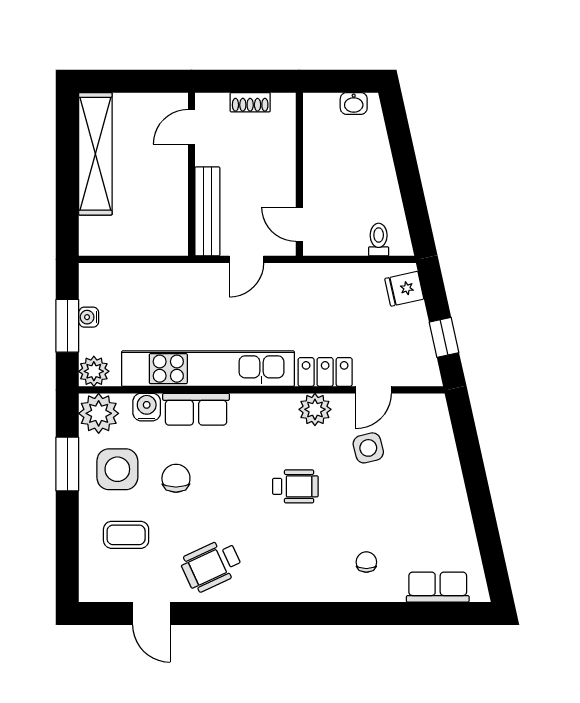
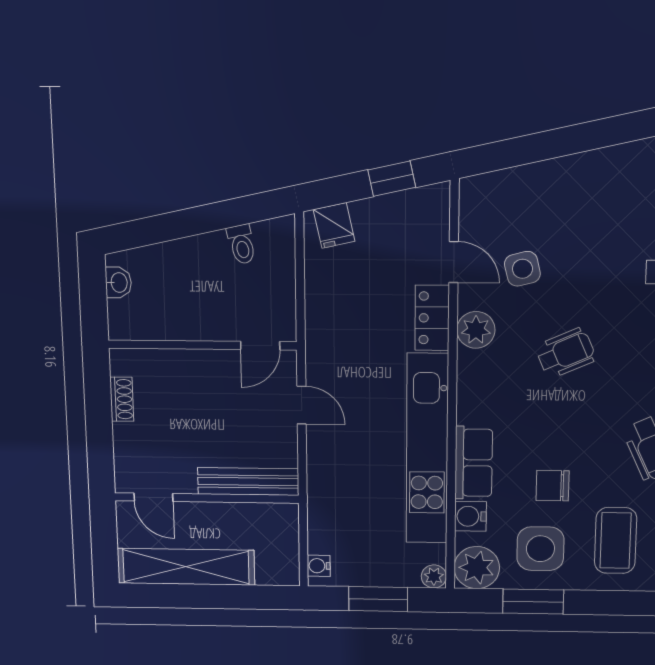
door: (192, 127) -> (153, 497), moved
wall: (192, 174) -> (207, 498), moved
bench: (207, 211) -> (248, 481), moved
toilet: (379, 240) -> (242, 244), moved, turned -102
water cooler: (89, 317) -> (319, 566), moved, turned 90
plant: (94, 371) -> (434, 576), width x0.73, depth x0.73
wheelchair: (295, 486) -> (566, 353), turned 66
coffee table: (126, 535) -> (616, 540), width x1.36, depth x1.30

